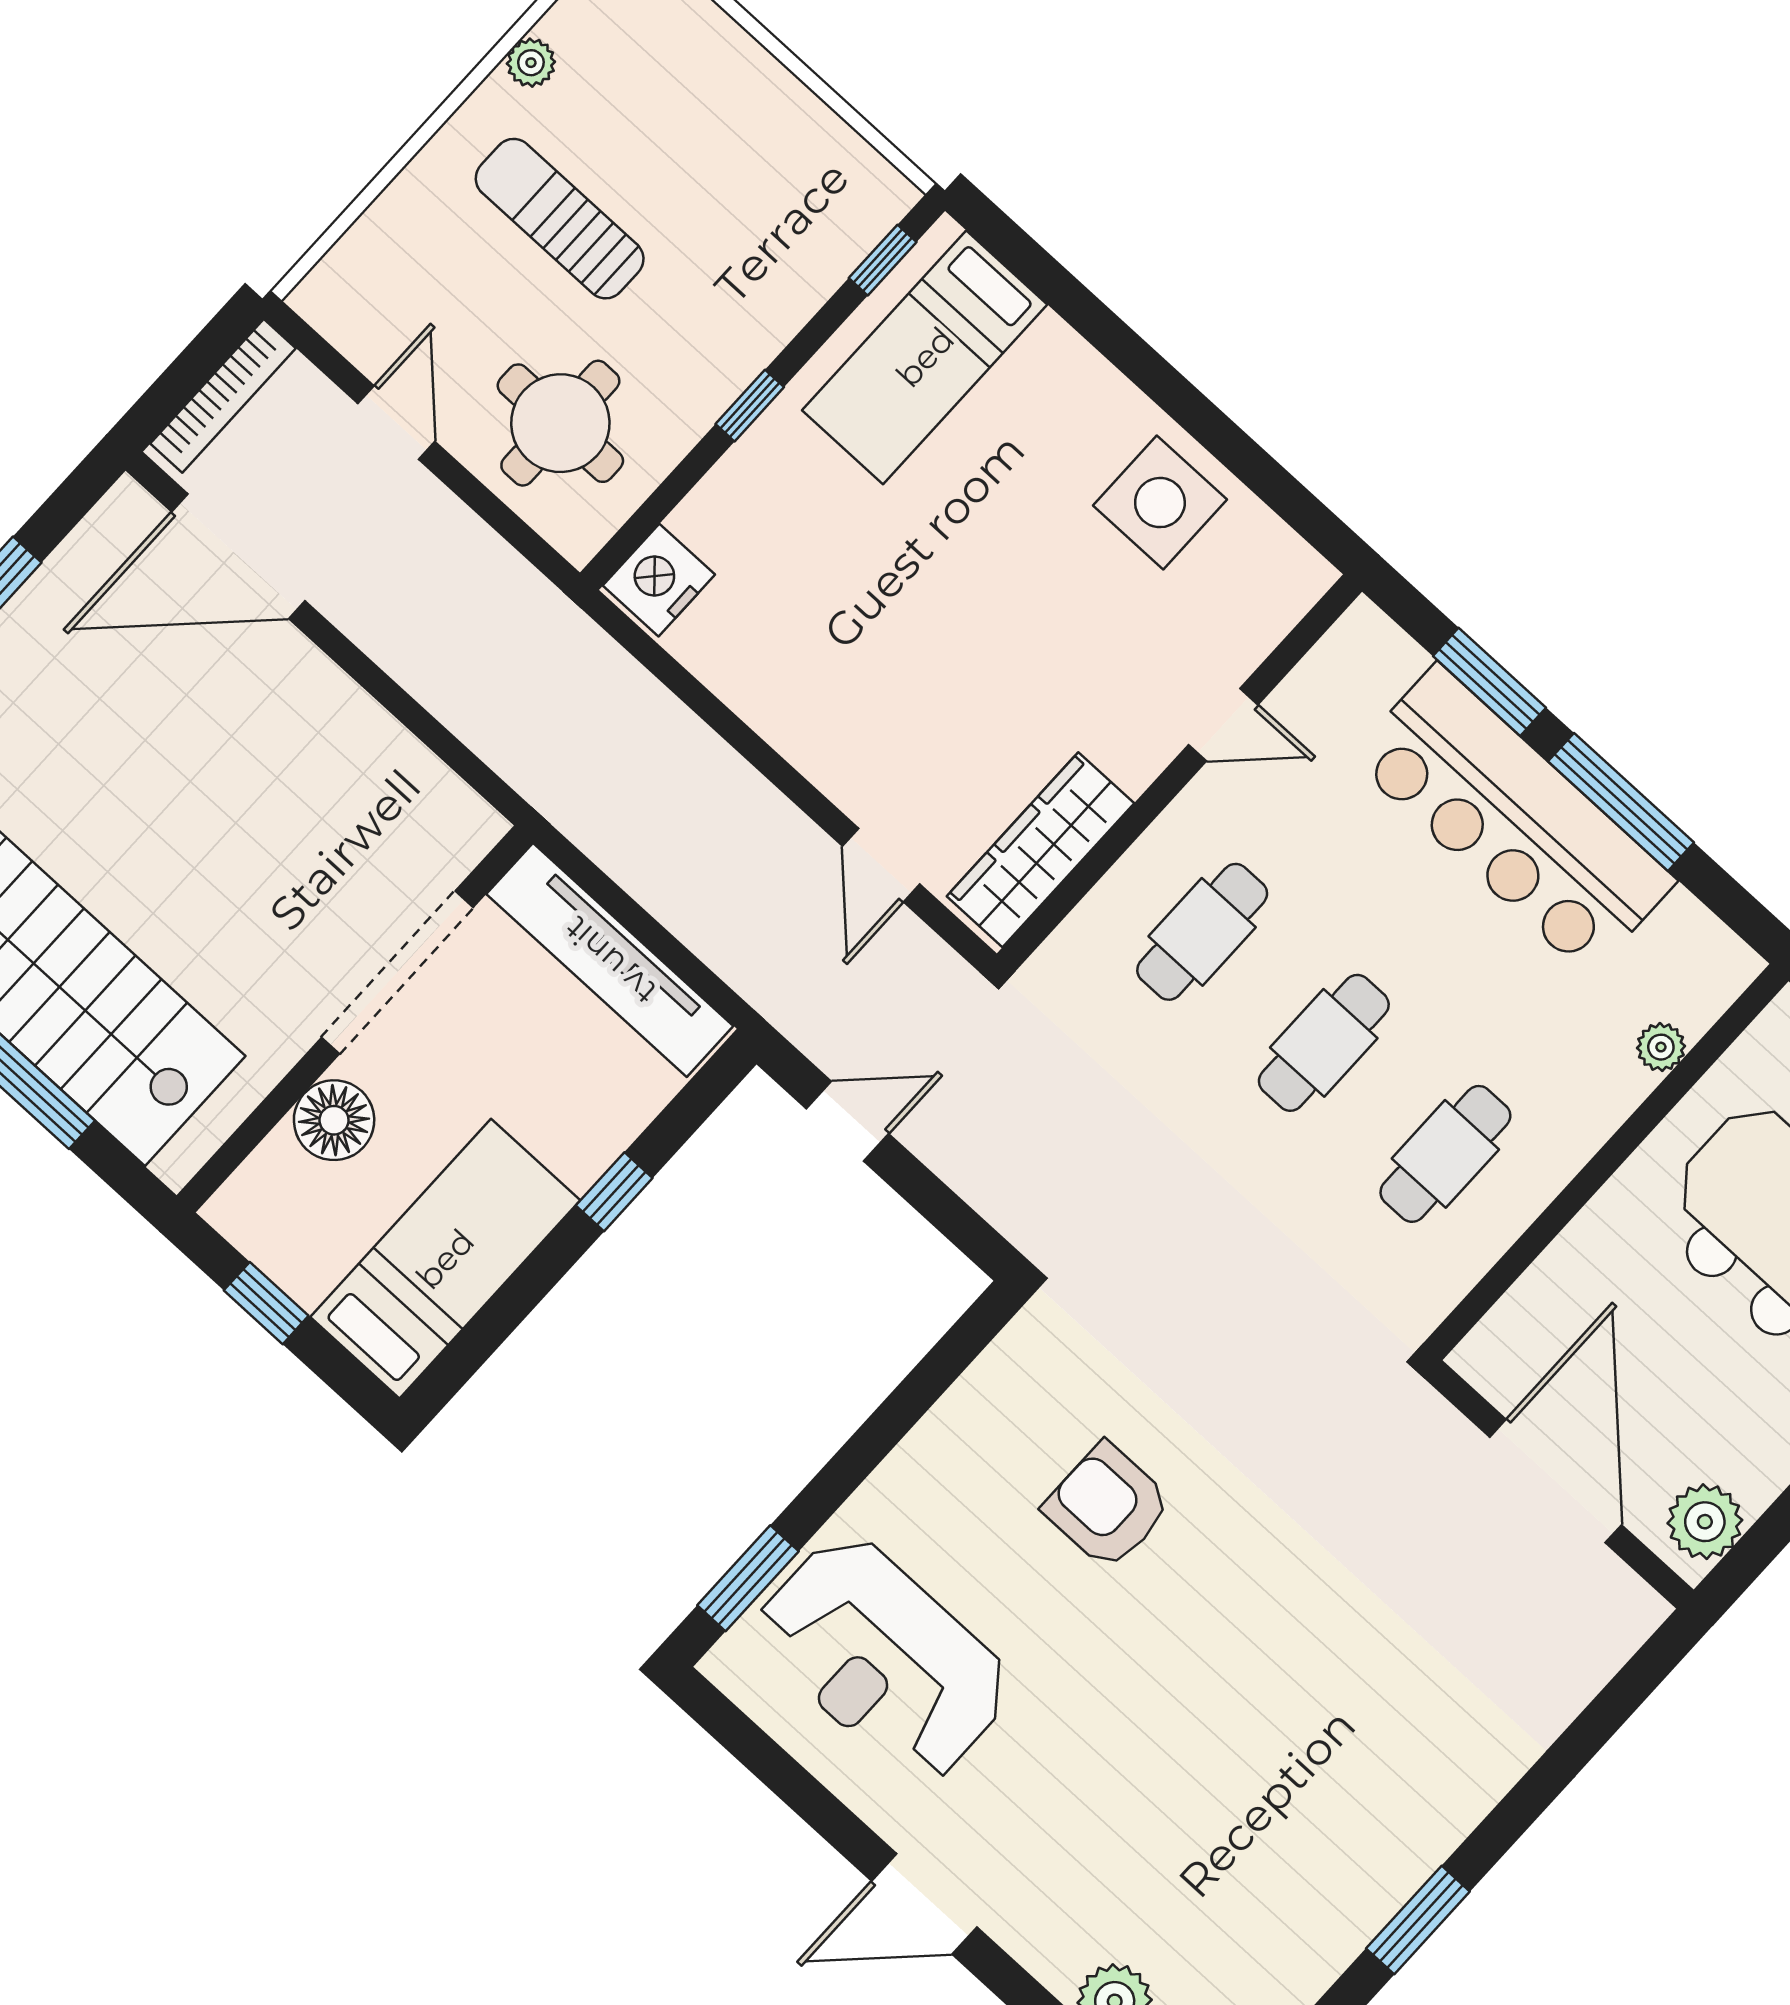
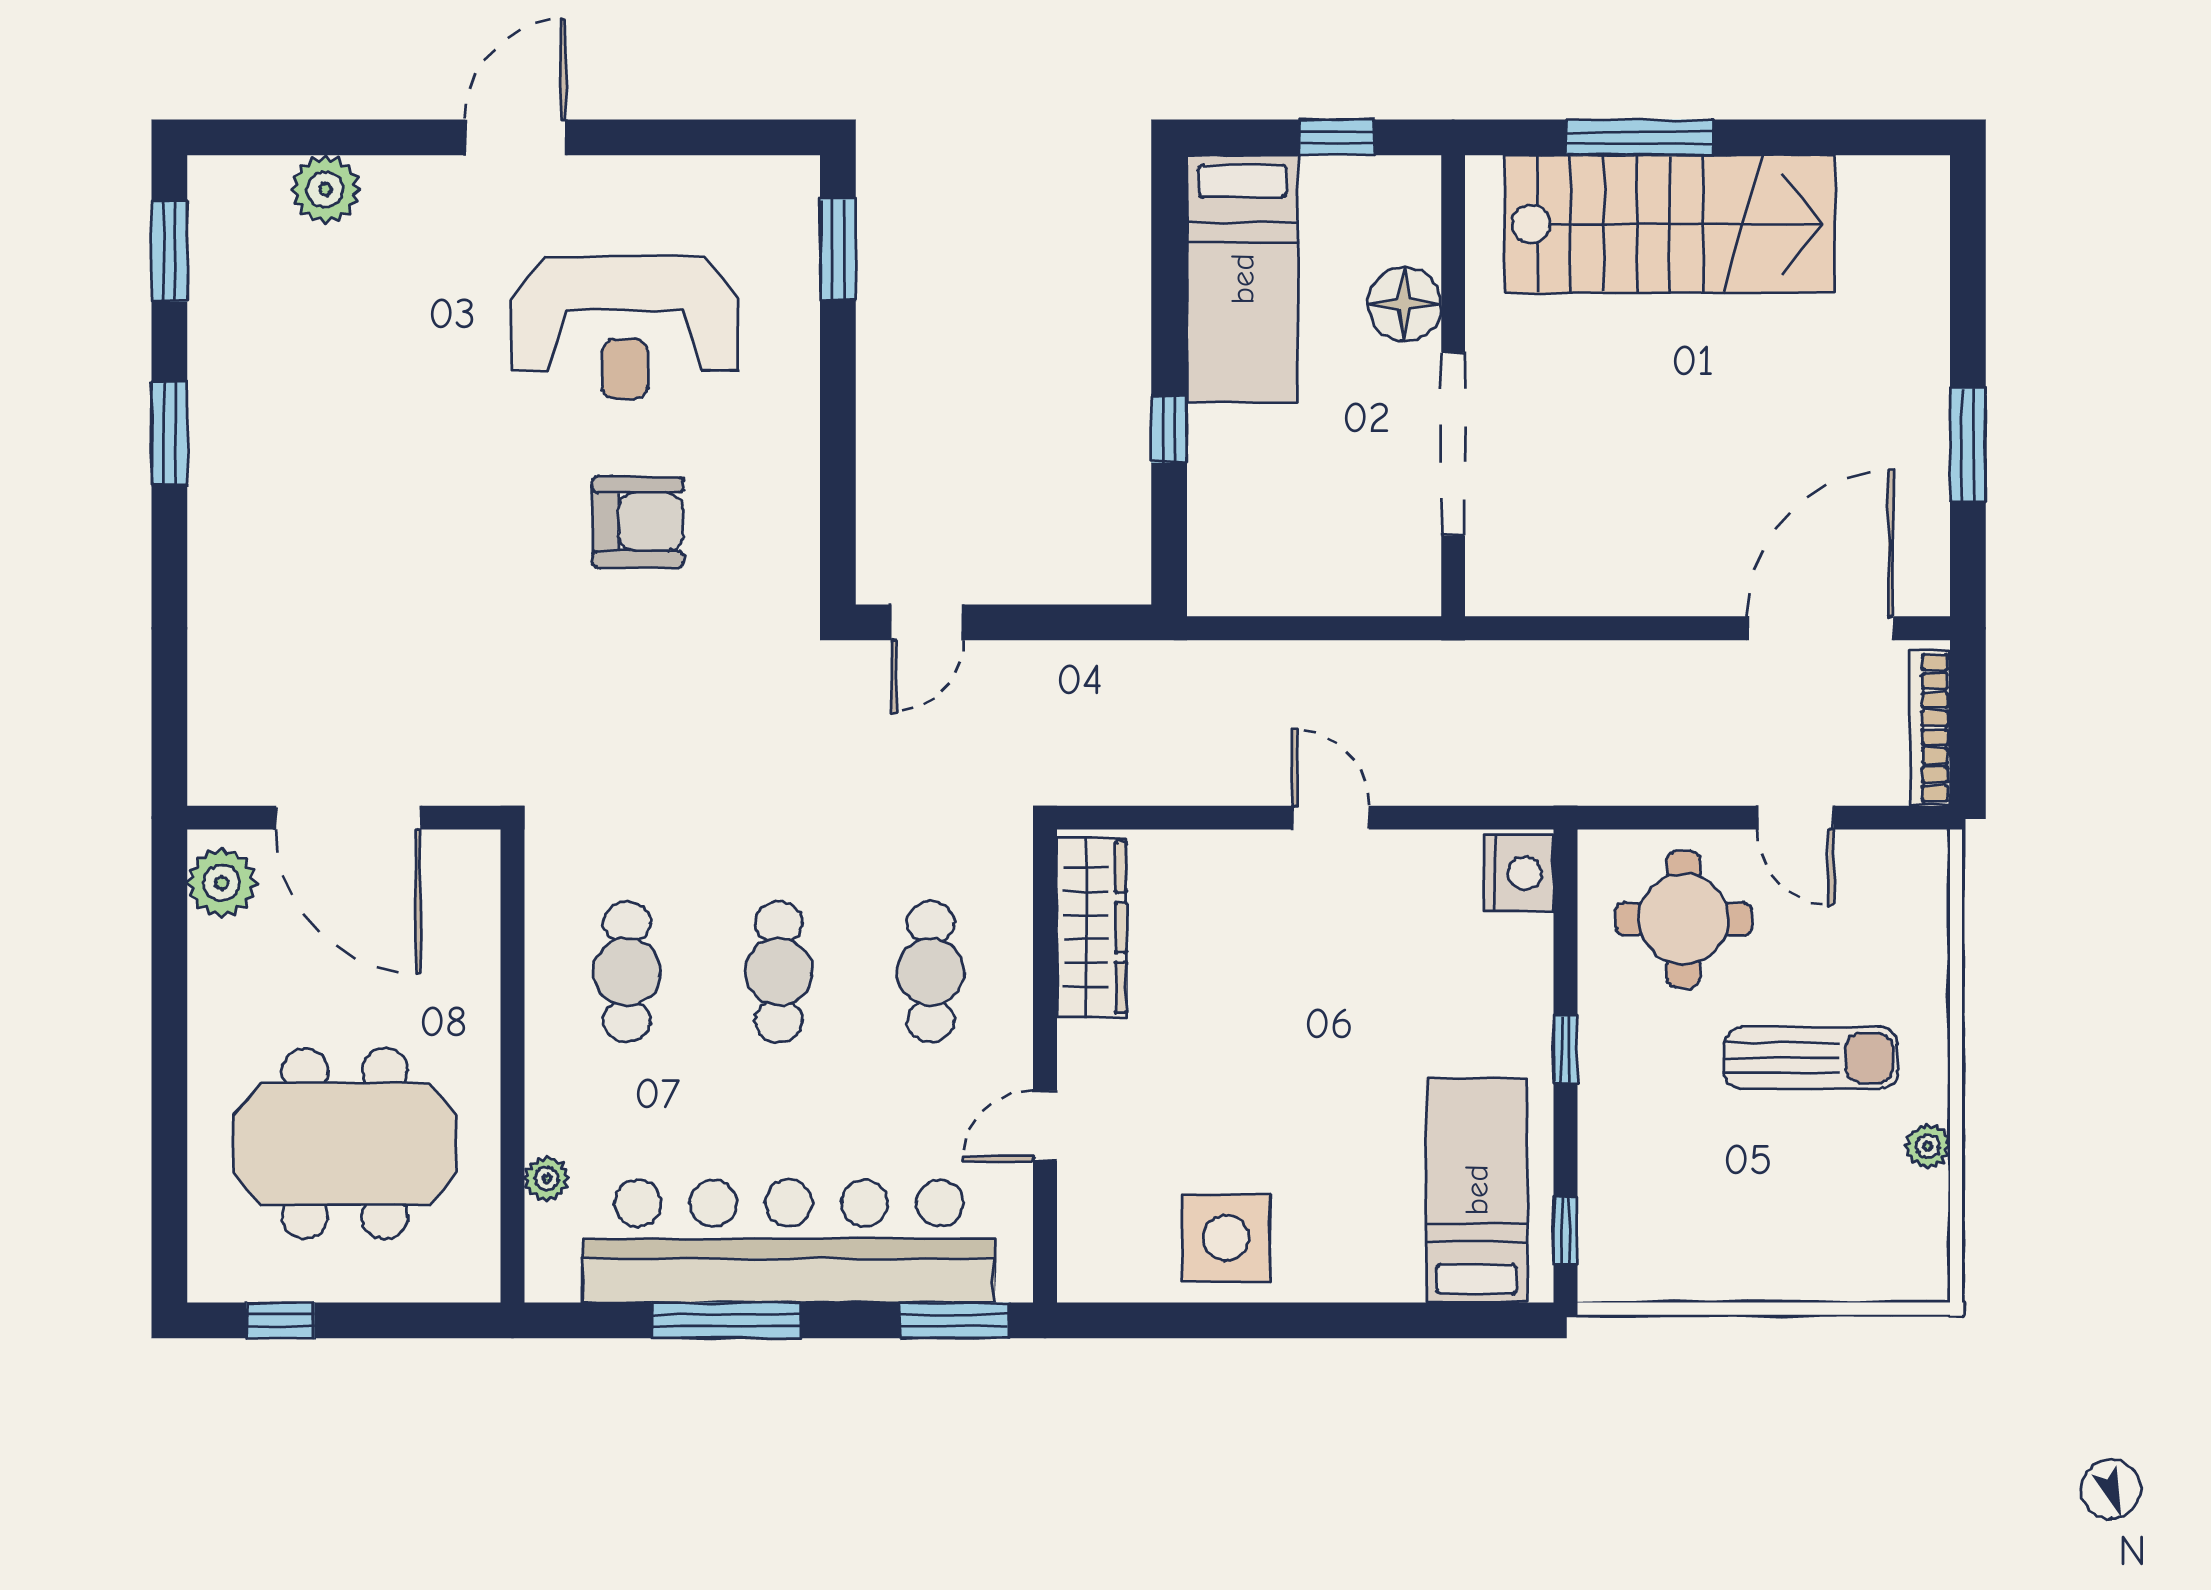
window: (1489, 682) -> (954, 1320), moved
bar counter: (1513, 820) -> (789, 1241), width x1.36
door: (881, 865) -> (1331, 818), moved
tv unit: (610, 960) -> (1316, 584), removed
door: (847, 1121) -> (927, 622), moved
reception desk: (883, 1659) -> (625, 328), moved, turned 180

